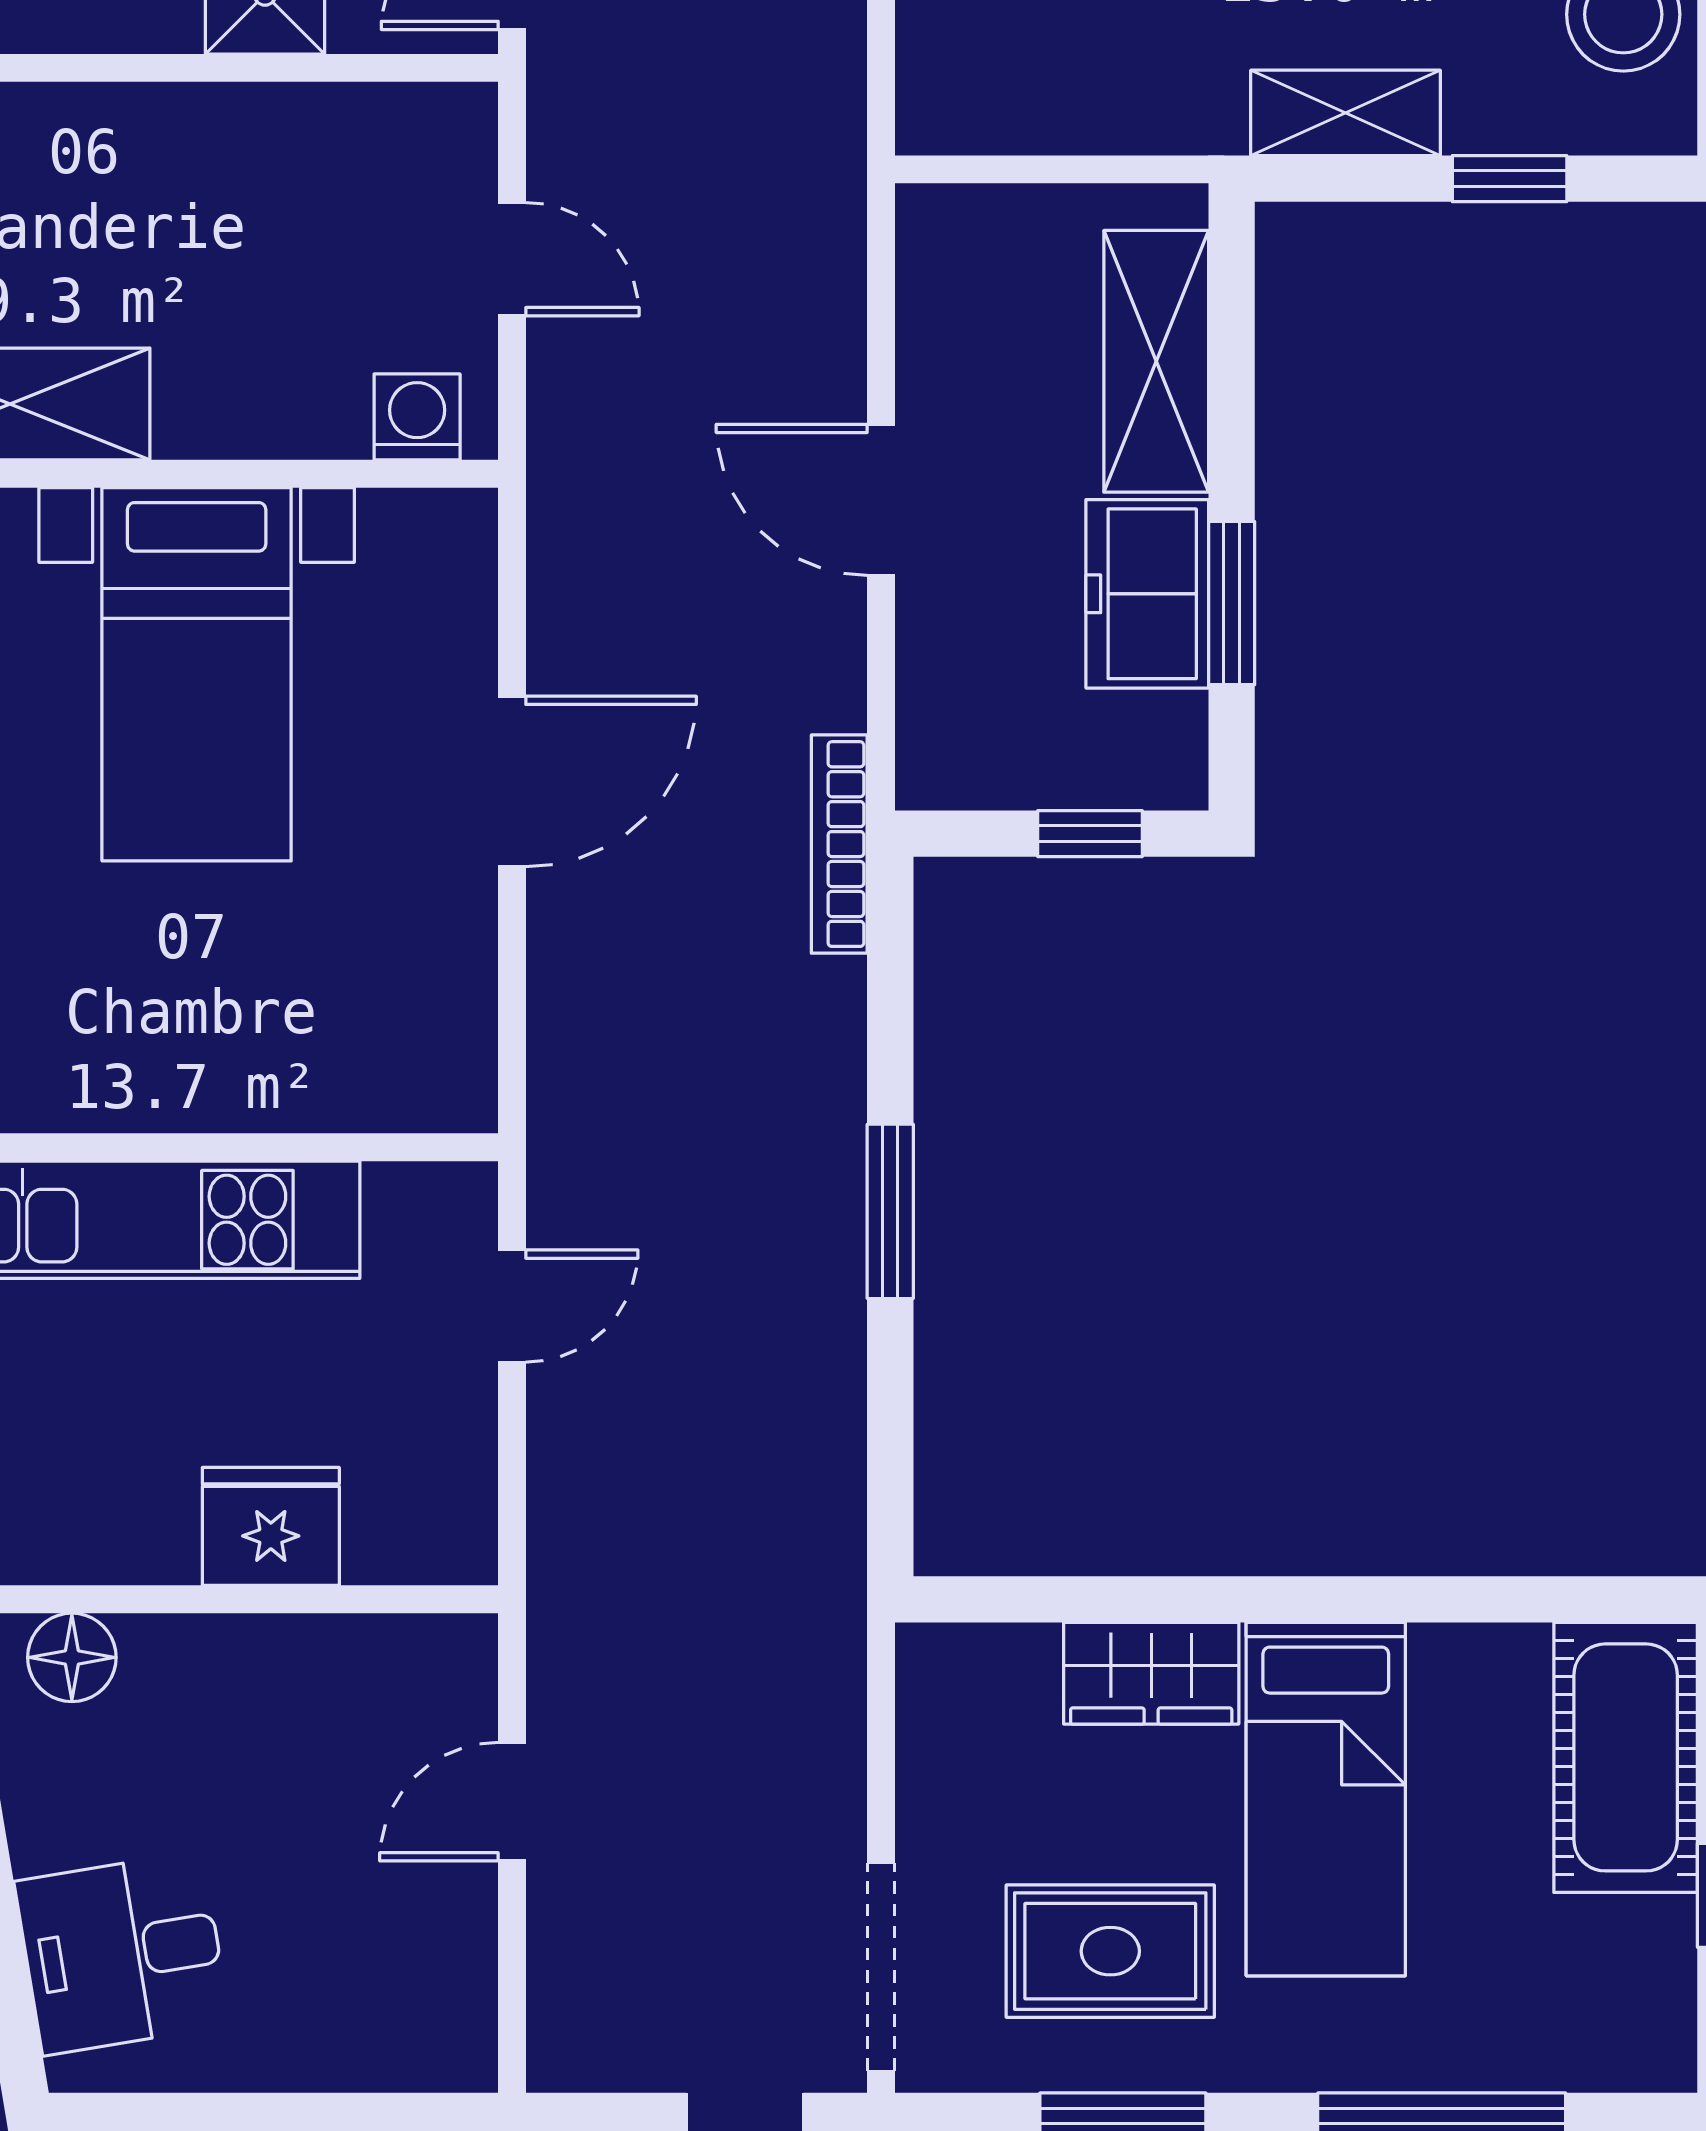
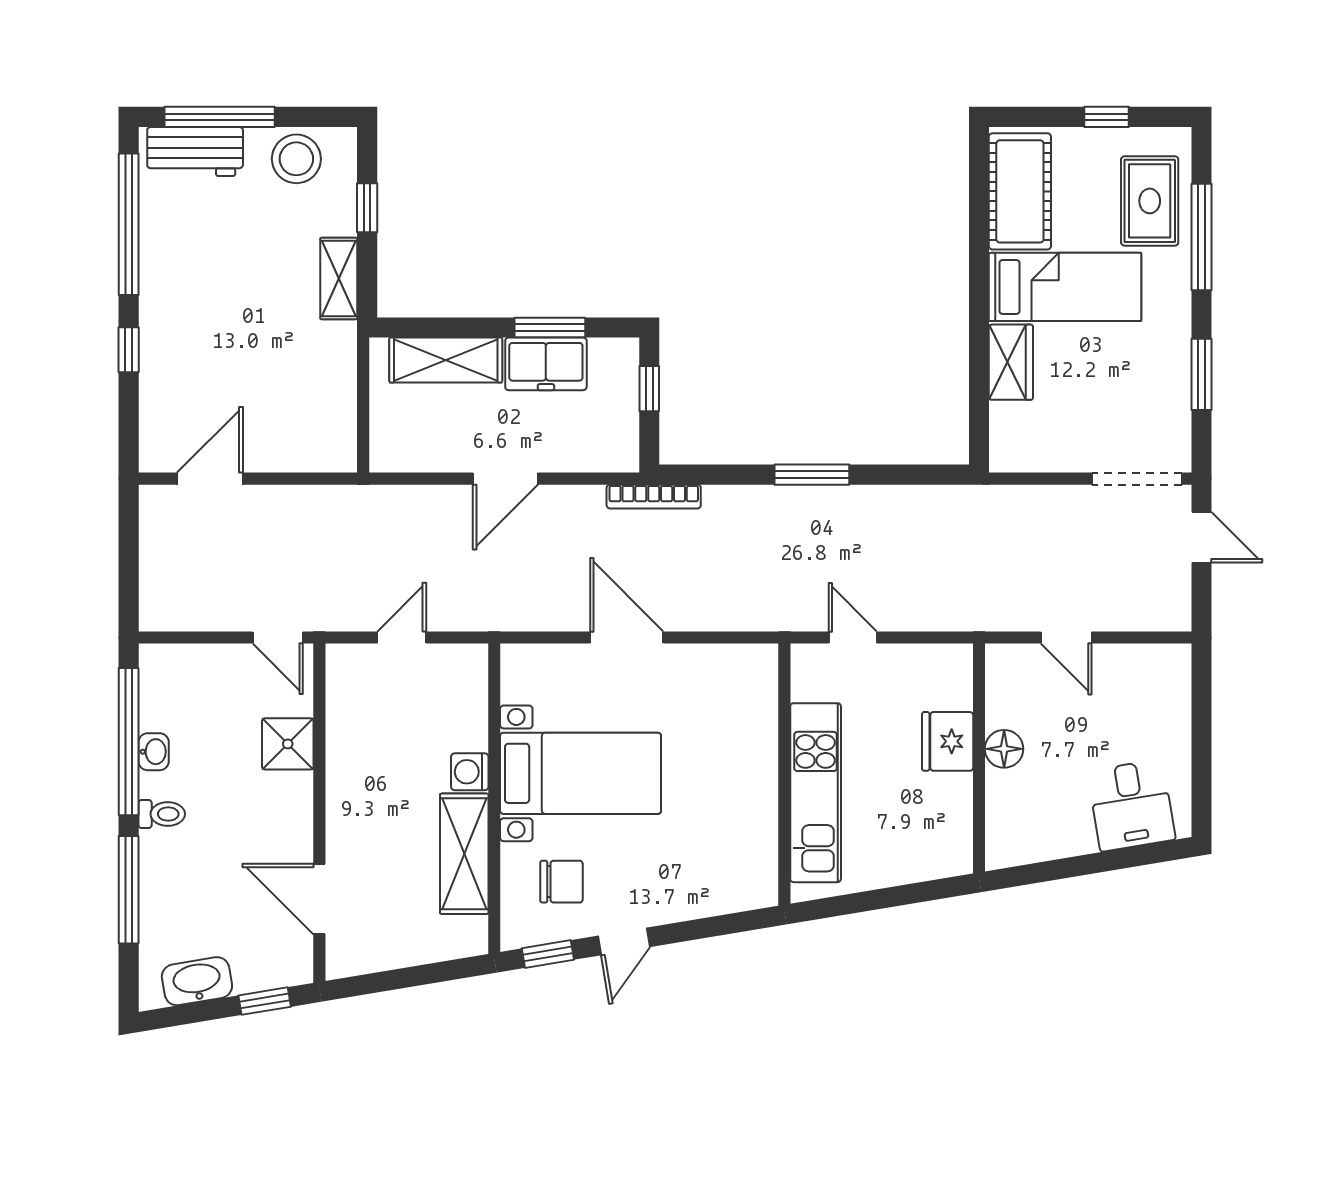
washing machine: (417, 417) -> (470, 772), moved
floor lamp: (72, 1657) -> (1004, 749), moved
cot: (1626, 1757) -> (1020, 191), moved, turned 90
rug: (1110, 1951) -> (1150, 201), moved

